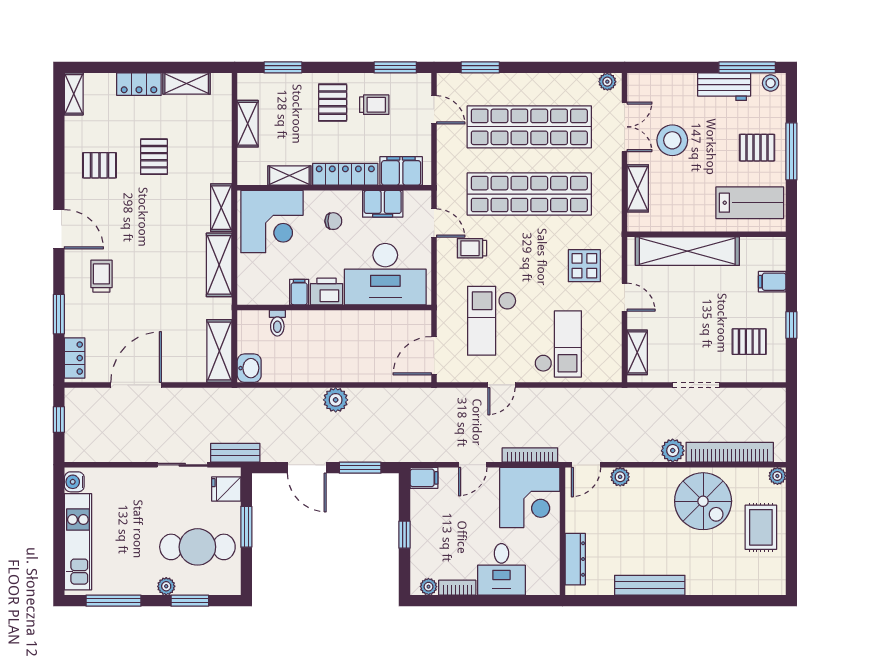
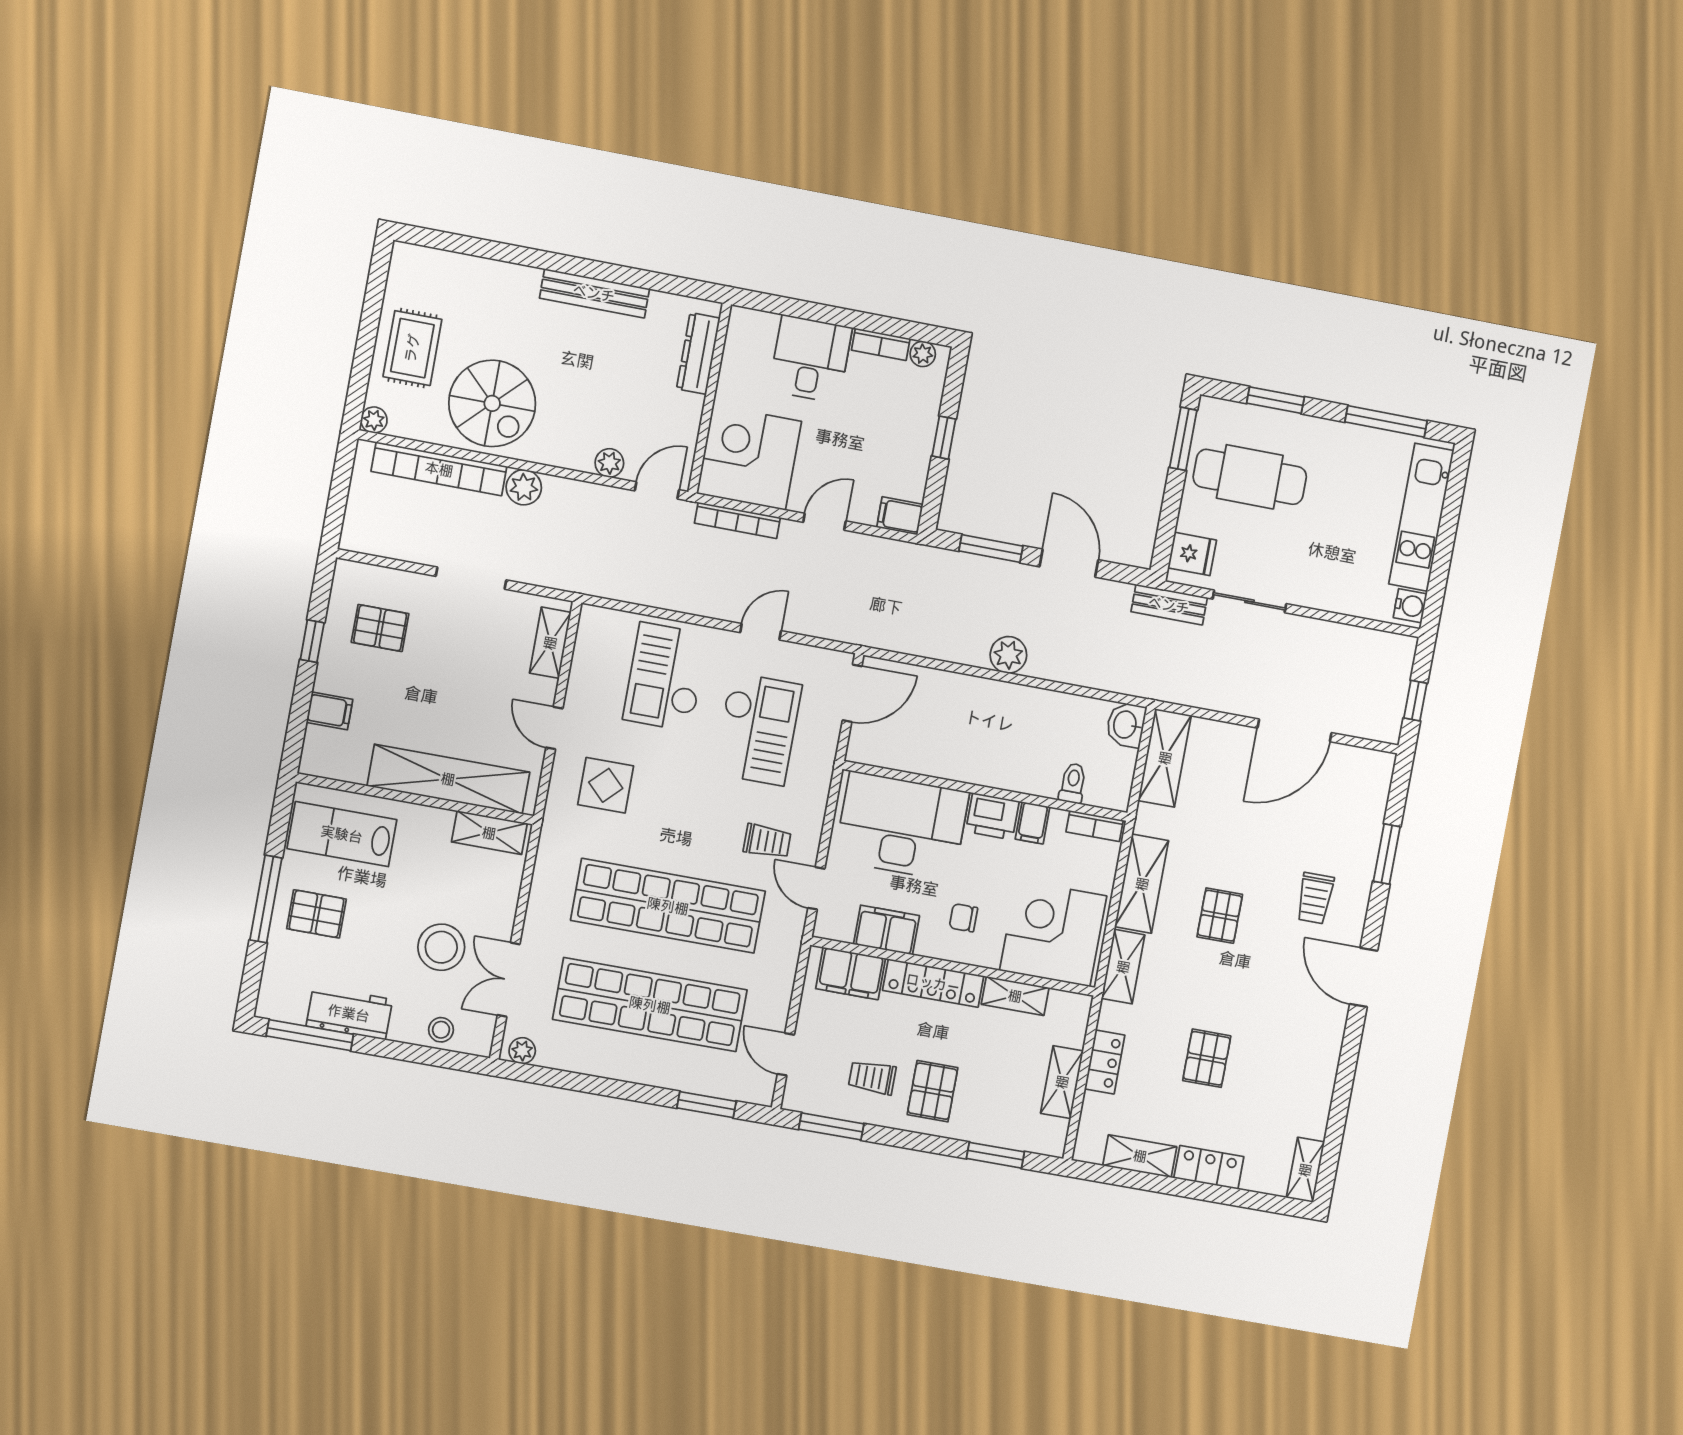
stool: (771, 83) -> (441, 1030), moved
pallet: (99, 165) -> (1220, 916), moved, turned 90
shelving: (638, 188) -> (489, 833), moved, turned 90
bookcase: (257, 297) -> (1095, 826), added
locker: (75, 358) -> (1105, 1062), moved, turned 180
spiral stairs: (703, 501) -> (492, 403), turned 180
window: (246, 527) -> (1183, 439), moved
plant: (166, 586) -> (1306, 428), removed

